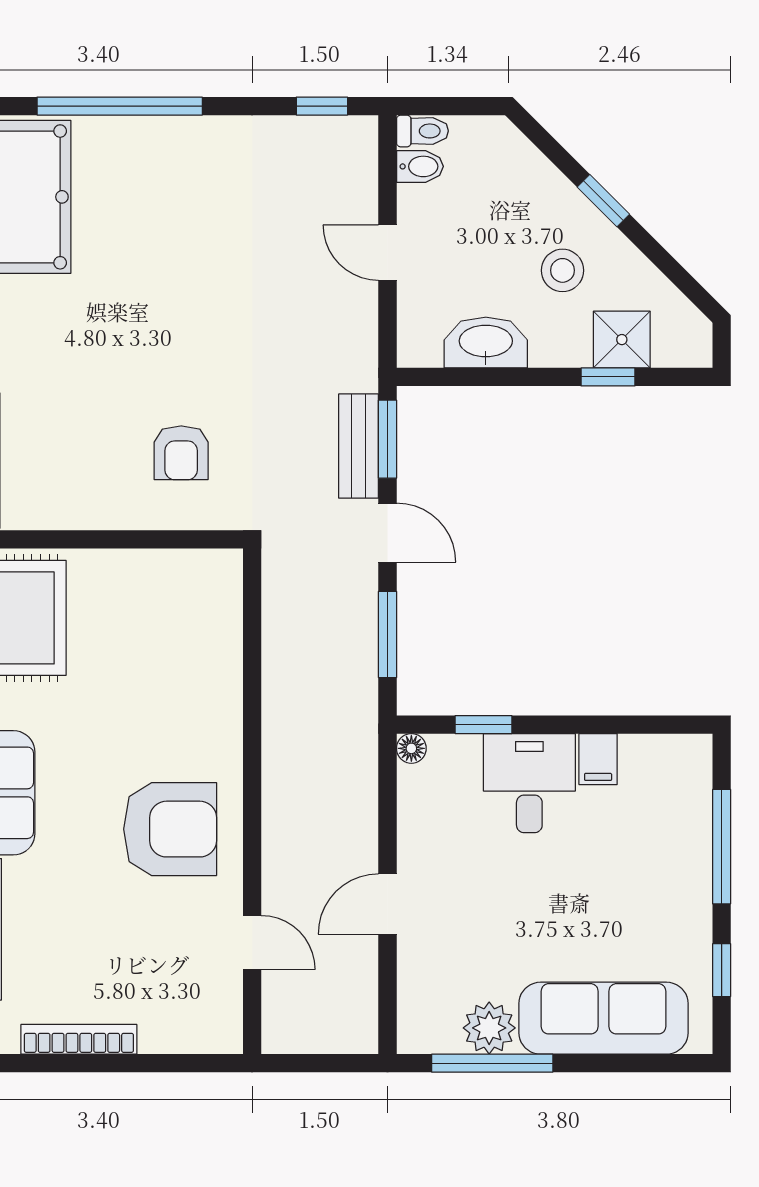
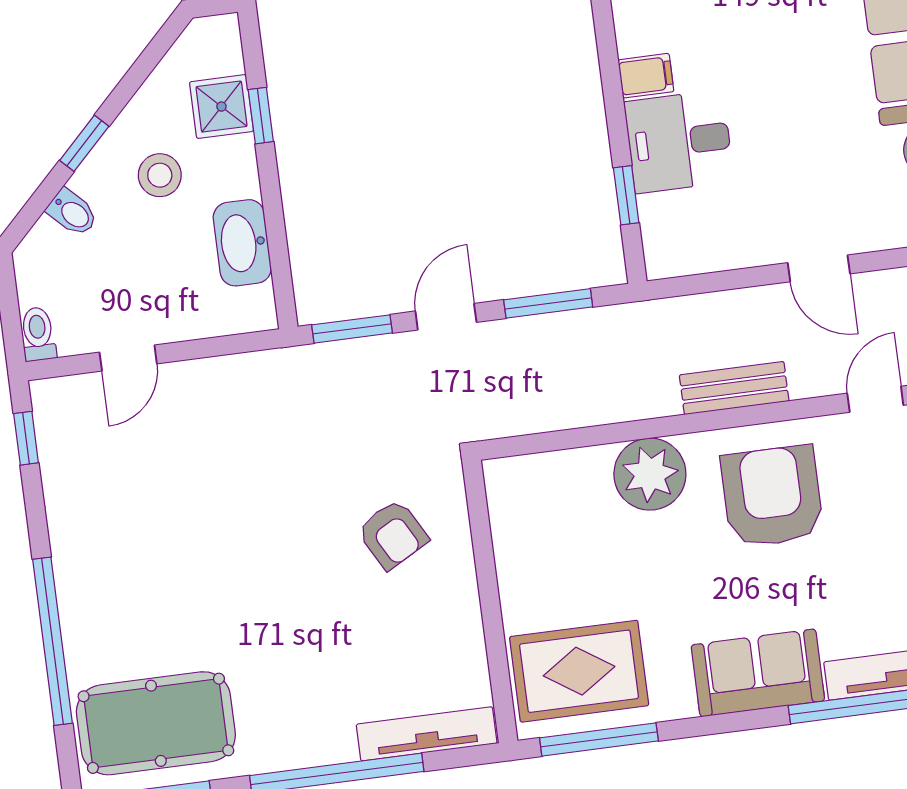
bidet: (420, 166) -> (72, 213), moved, turned 135
door: (387, 253) -> (128, 358), moved
bench: (359, 446) -> (734, 388), moved
armchair: (181, 453) -> (393, 534), turned 61
plant: (207, 712) -> (650, 474), added
floor lamp: (411, 748) -> (660, 265), removed

